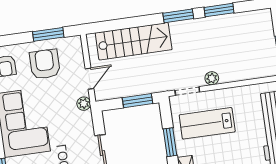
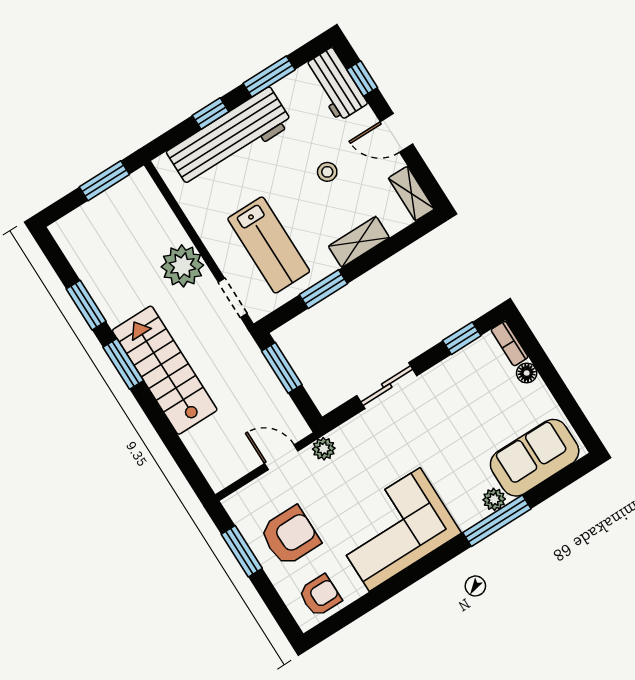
stairs: (134, 41) -> (165, 370), moved
armchair: (45, 64) -> (290, 536), turned 180
plant: (212, 78) -> (182, 266), width x1.88, depth x1.88

